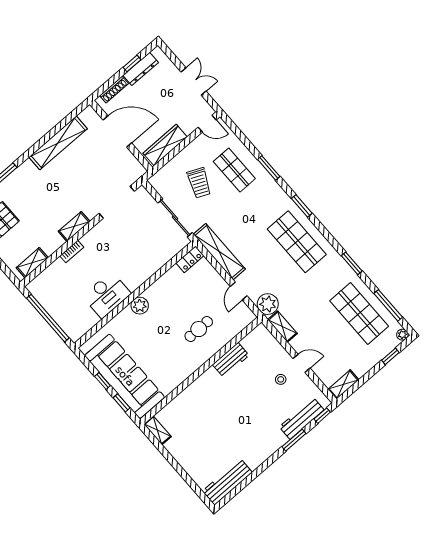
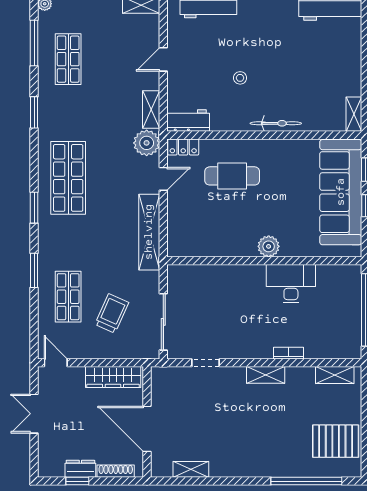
dresser: (141, 69) -> (80, 469), width x0.70
shelving: (58, 143) -> (191, 469), width x0.45, depth x0.75
doorway: (117, 202) -> (206, 363), width x0.53
sliding door: (175, 218) -> (163, 322), moved
locker: (190, 259) -> (183, 147), moved, turned 180
shop shelf: (359, 314) -> (68, 59), width x0.70, depth x0.74
cafe table: (199, 329) -> (232, 176), width x1.37, depth x1.35
workbench: (231, 360) -> (188, 120), moved
door: (301, 363) -> (163, 59), hinge flipped
stool: (281, 379) -> (240, 78), moved
bicycle: (200, 384) -> (276, 123), added

